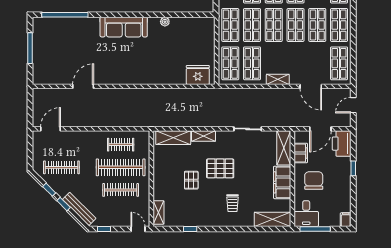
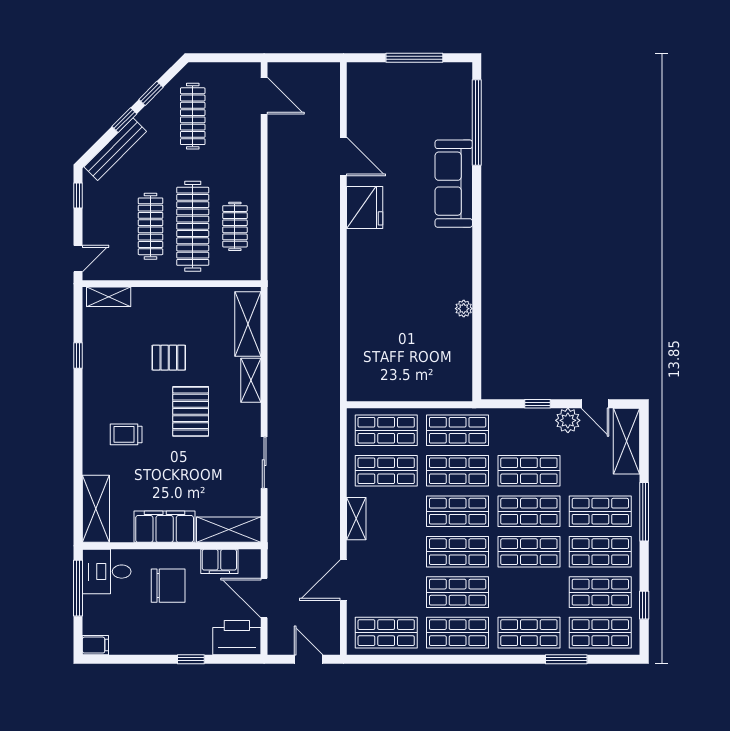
sofa: (124, 27) -> (454, 184), moved
fridge: (198, 75) -> (365, 207), moved

